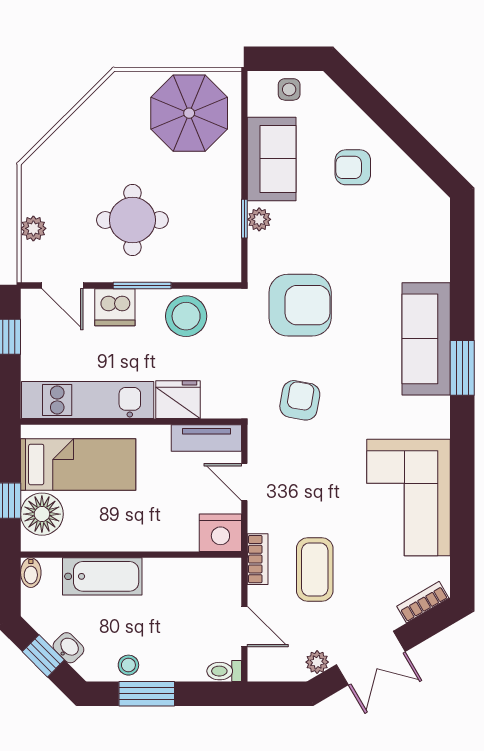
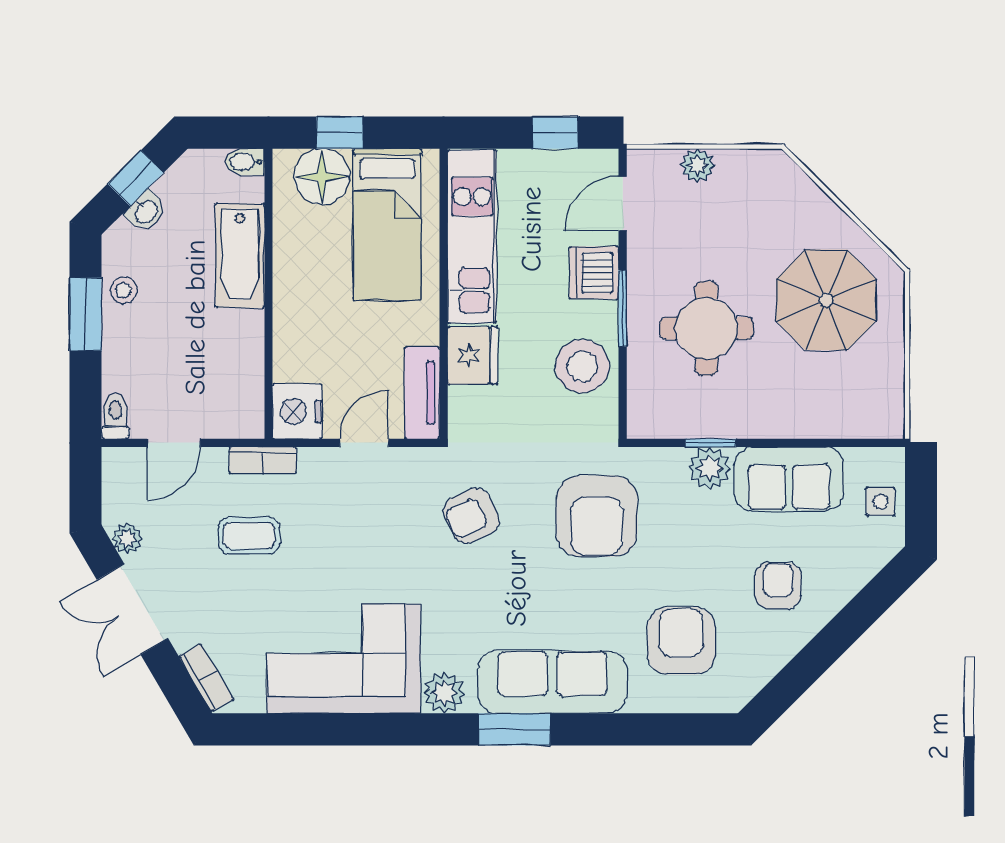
parasol: (189, 113) -> (826, 300), moved
plant: (259, 219) -> (710, 468), width x1.38, depth x1.38
round table: (132, 220) -> (706, 328), moved
armchair: (395, 241) -> (681, 641), added
armchair: (300, 400) -> (471, 516), turned 145
plant: (434, 421) -> (444, 693), added
coffee table: (315, 569) -> (249, 535), width x0.73, depth x0.77

